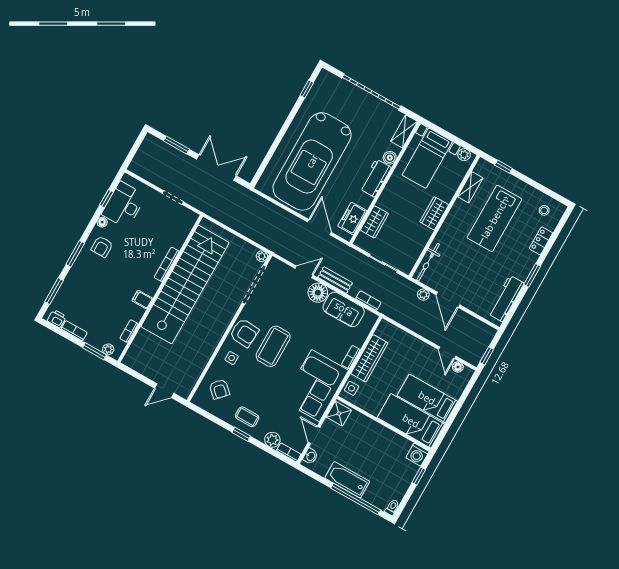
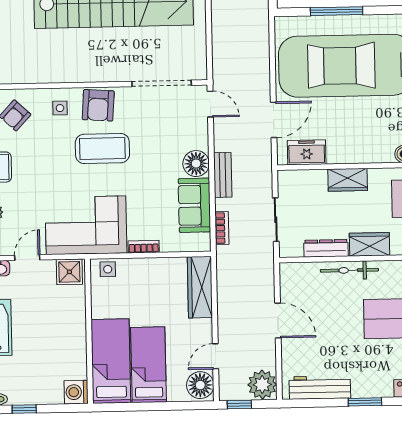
window: (274, 146) -> (337, 11), added
workbench: (375, 178) -> (370, 151), removed
wardrobe: (374, 222) -> (348, 180), moved
dresser: (420, 242) -> (326, 248), added
plant: (262, 256) -> (200, 73), removed
bicycle: (428, 262) -> (349, 270), moved
door: (304, 272) -> (210, 104), moved
plant: (423, 295) -> (262, 385), moved, width x1.88, depth x1.88
door: (448, 300) -> (278, 320), swing flipped
wardrobe: (369, 358) -> (200, 287), moved, turned 90
floor lamp: (458, 367) -> (200, 385), width x1.89, depth x1.89
window: (419, 476) -> (24, 409), moved

